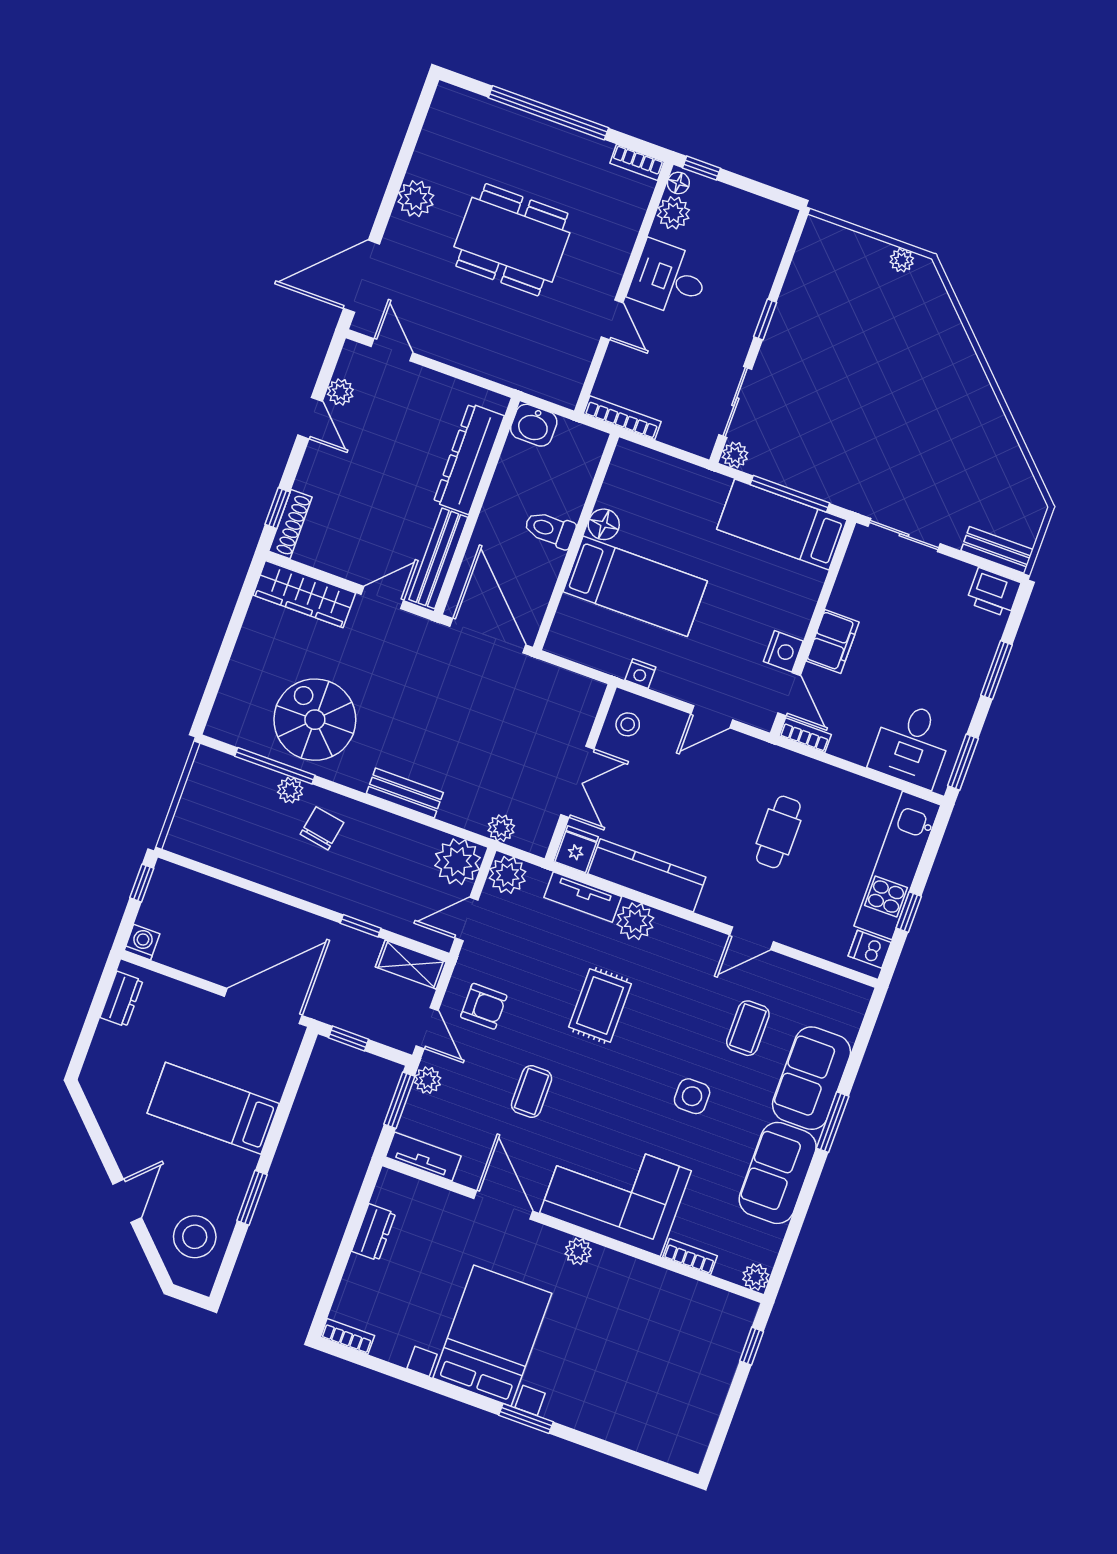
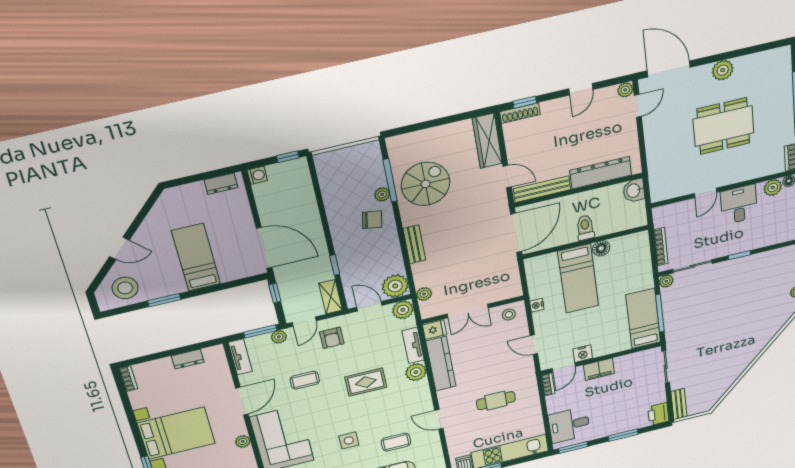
dining table: (512, 240) -> (723, 126), turned 90
plant: (340, 392) -> (625, 90), moved
bookcase: (622, 418) -> (661, 247), moved

